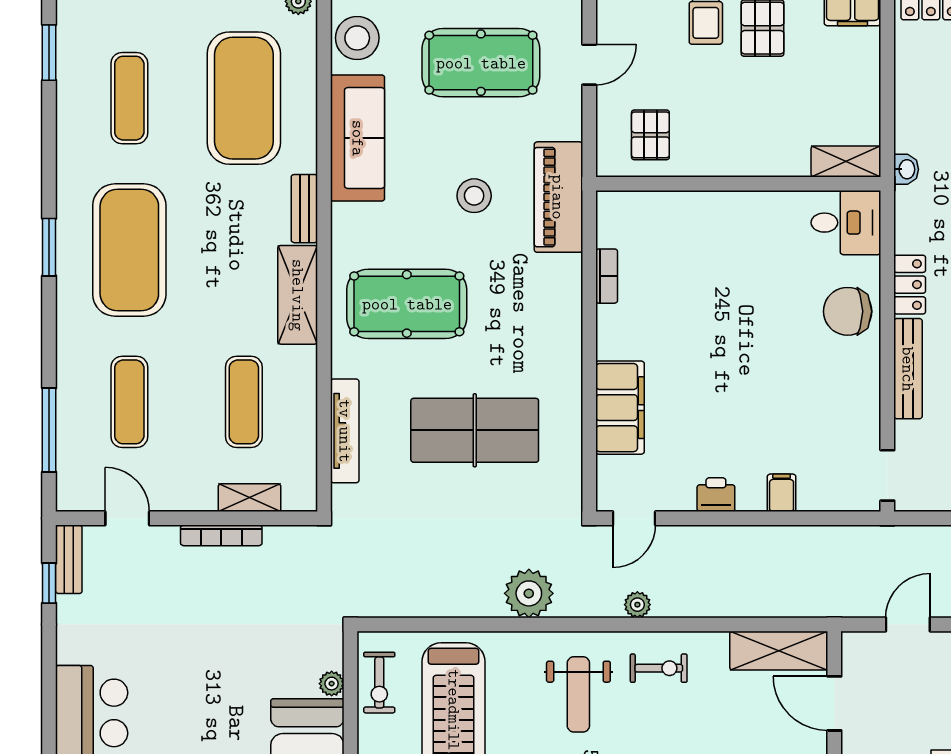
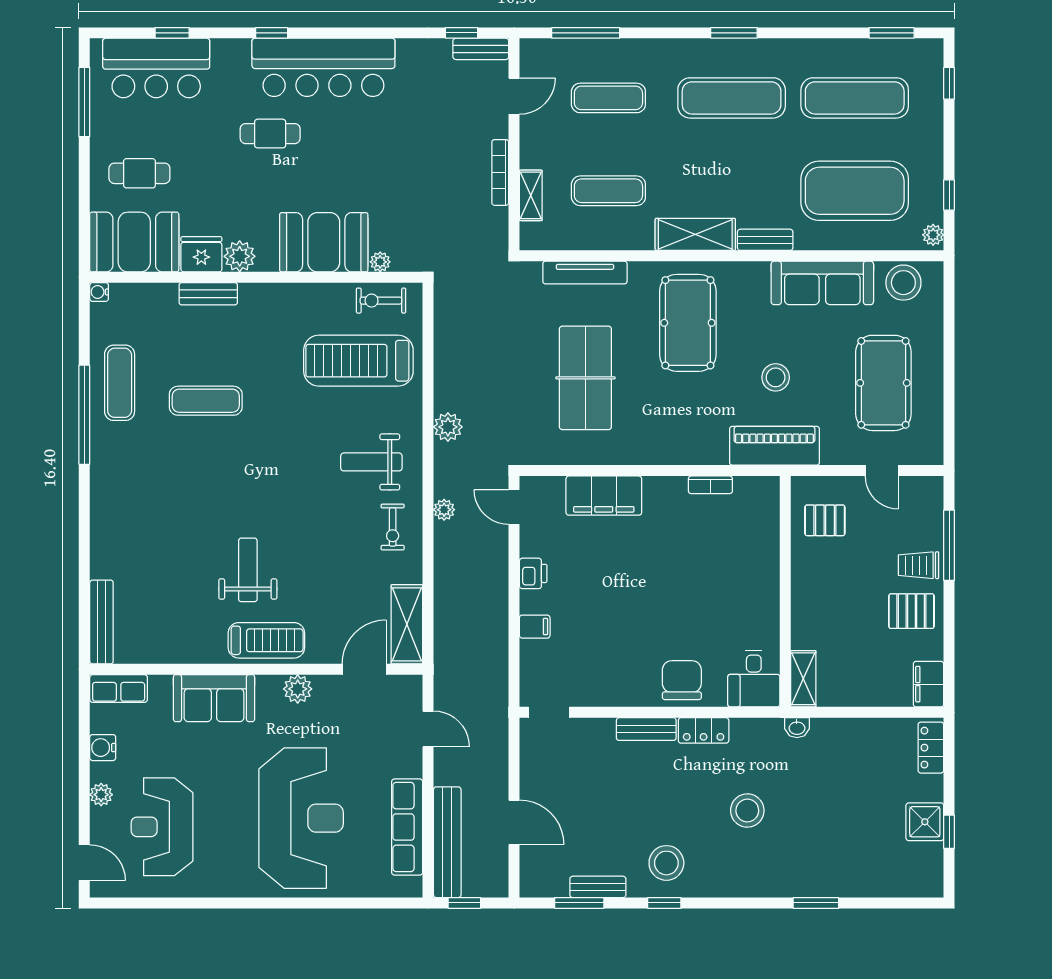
exercise mat: (129, 98) -> (855, 98), width x1.36, depth x1.45
exercise mat: (129, 250) -> (732, 98), width x0.68
bench: (908, 369) -> (646, 729), width x0.73
plant: (529, 593) -> (448, 427), width x0.73, depth x0.73

